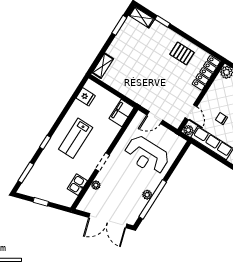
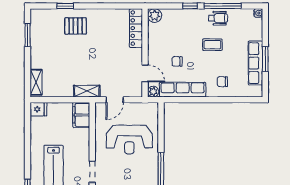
shelving: (142, 17) -> (87, 91), moved
pallet: (182, 53) -> (76, 26), moved
fridge: (86, 97) -> (38, 109), moved
plant: (147, 195) -> (153, 176), removed

